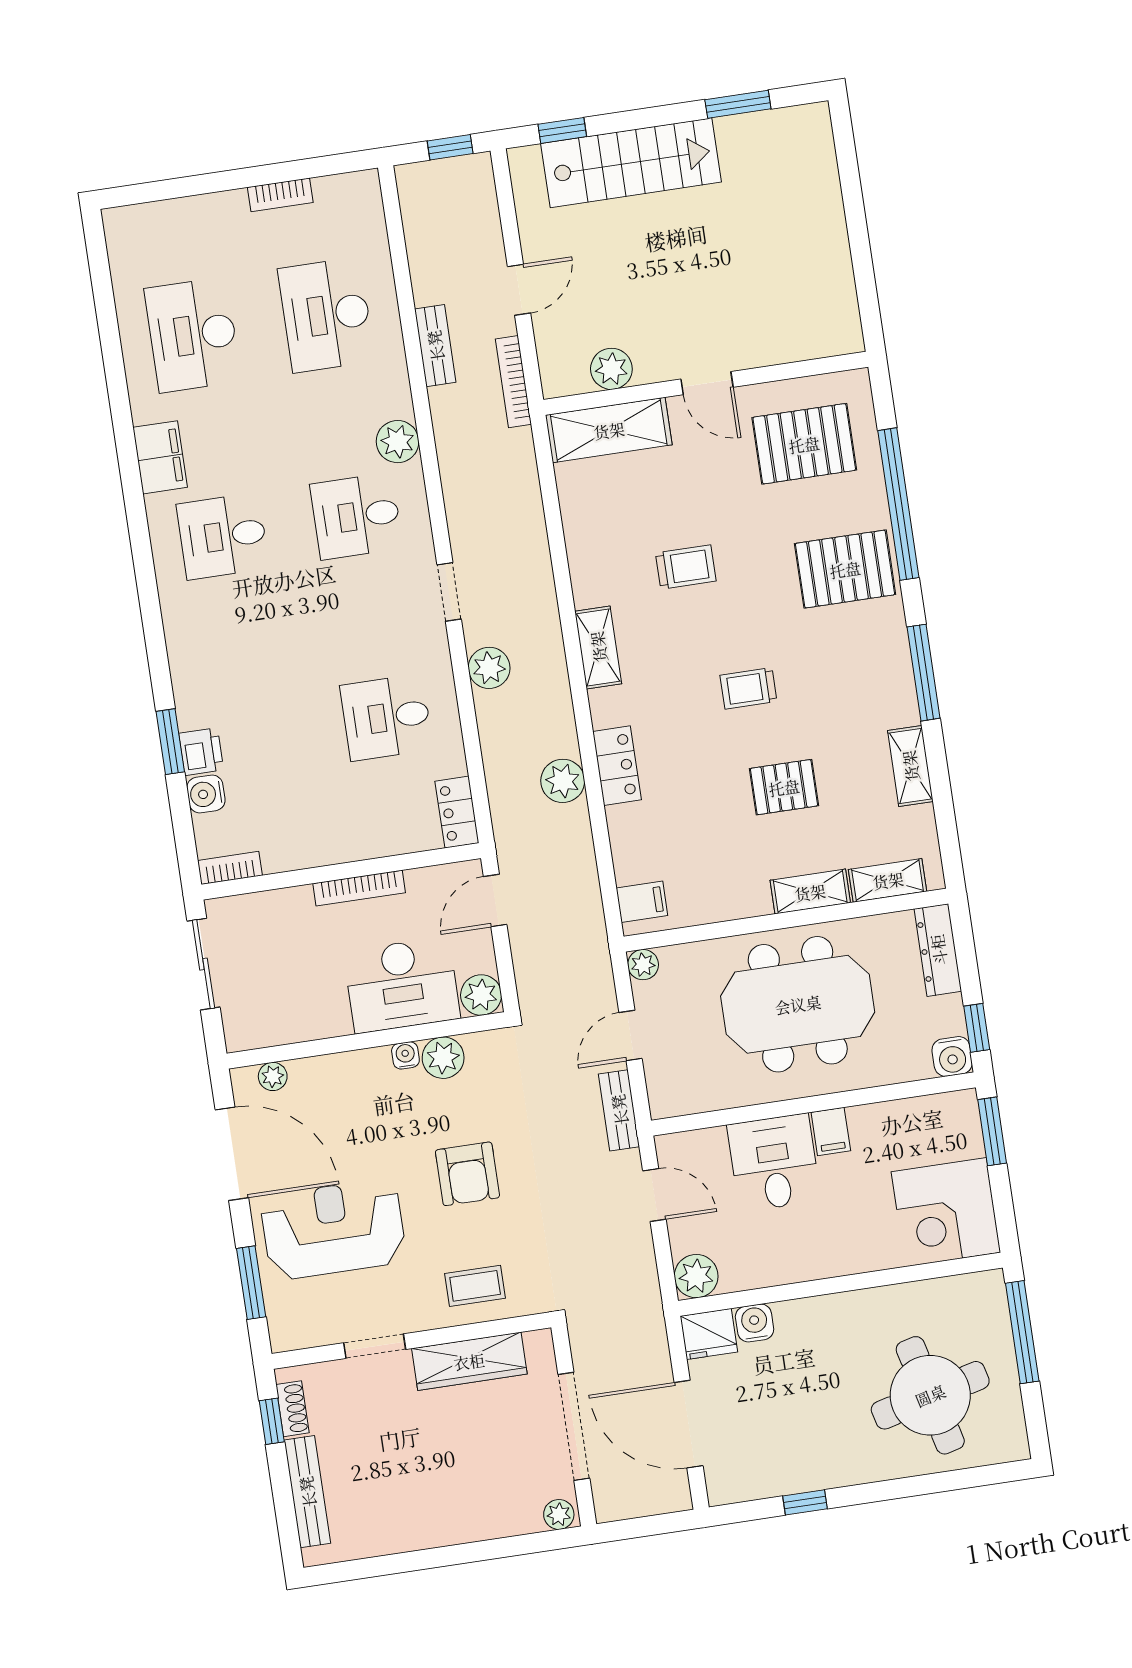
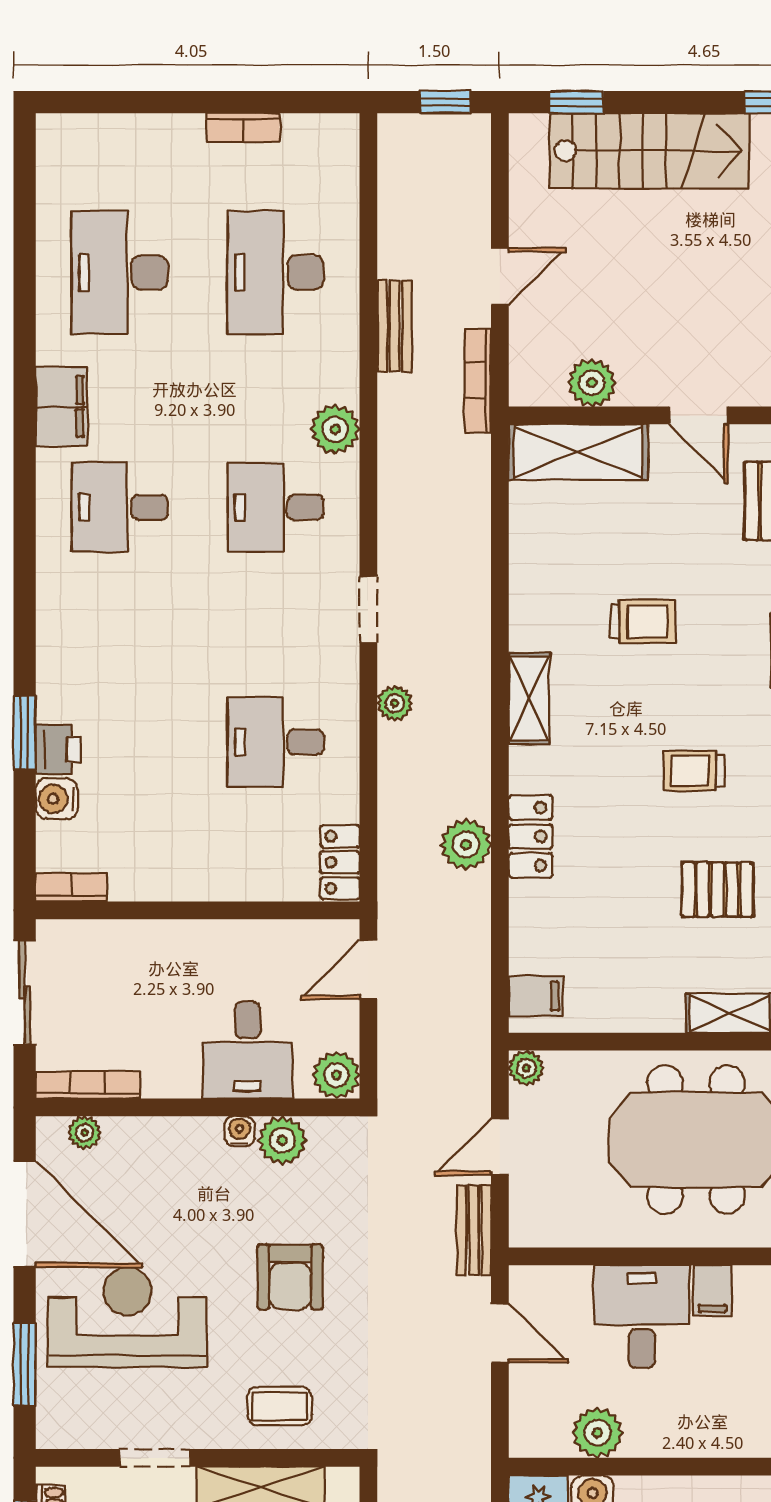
plant: (489, 668) -> (395, 703), width x0.73, depth x0.73
bookcase: (359, 888) -> (88, 1085), moved, turned 180
desk: (402, 985) -> (248, 1050), width x0.73
plant: (696, 1276) -> (598, 1433), moved

